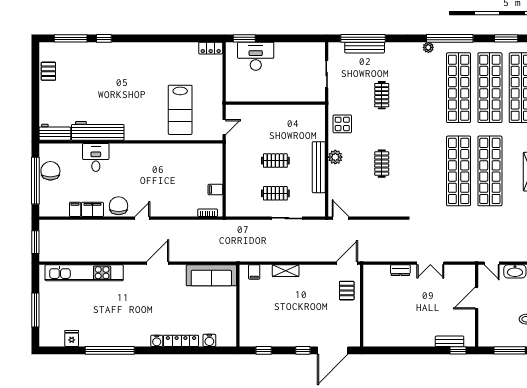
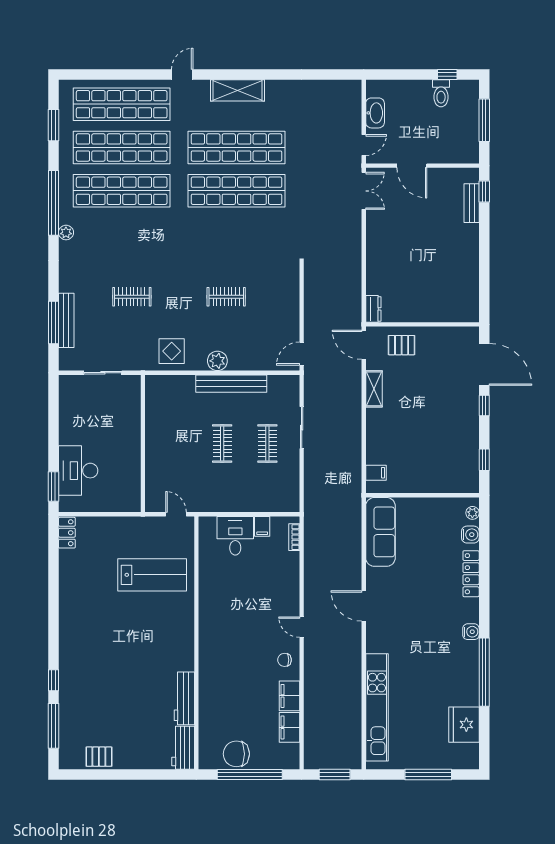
window: (363, 38) -> (53, 322), width x0.68
workbench: (98, 131) -> (184, 698), width x0.73, depth x0.76
desk: (96, 157) -> (235, 536), moved, turned 90
chair: (119, 206) -> (285, 660), width x0.54, depth x0.54
filing cabinet: (75, 209) -> (289, 727), width x2.00
double door: (430, 263) -> (364, 191), moved
dresser: (400, 270) -> (373, 309), moved
shelving: (286, 271) -> (374, 389), moved
fridge: (72, 339) -> (464, 725), width x1.88, depth x1.34
water cooler: (157, 341) -> (471, 632), moved
plant: (225, 342) -> (472, 513), added

